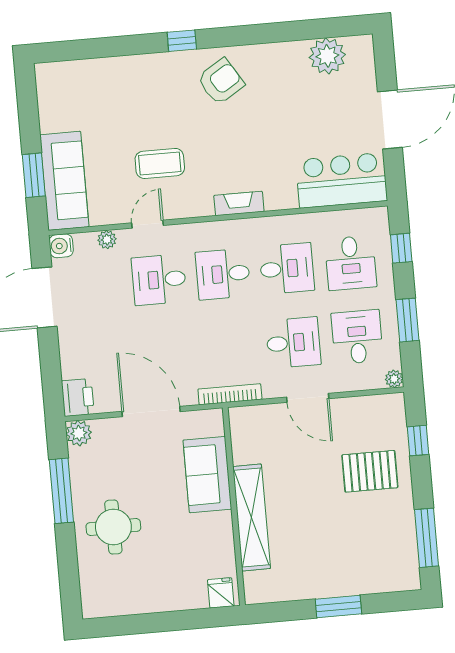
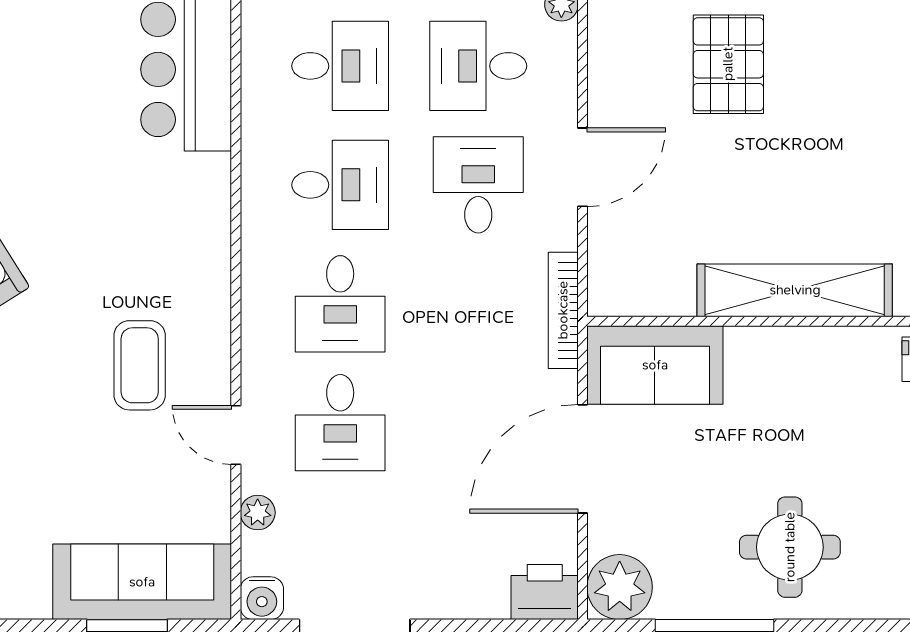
coffee table: (160, 163) -> (140, 365), moved
fireplace: (239, 203) -> (212, 263), removed
desk: (287, 268) -> (340, 185), turned 90
plant: (79, 433) -> (620, 587), width x1.36, depth x1.36
sofa: (207, 475) -> (655, 365), moved

